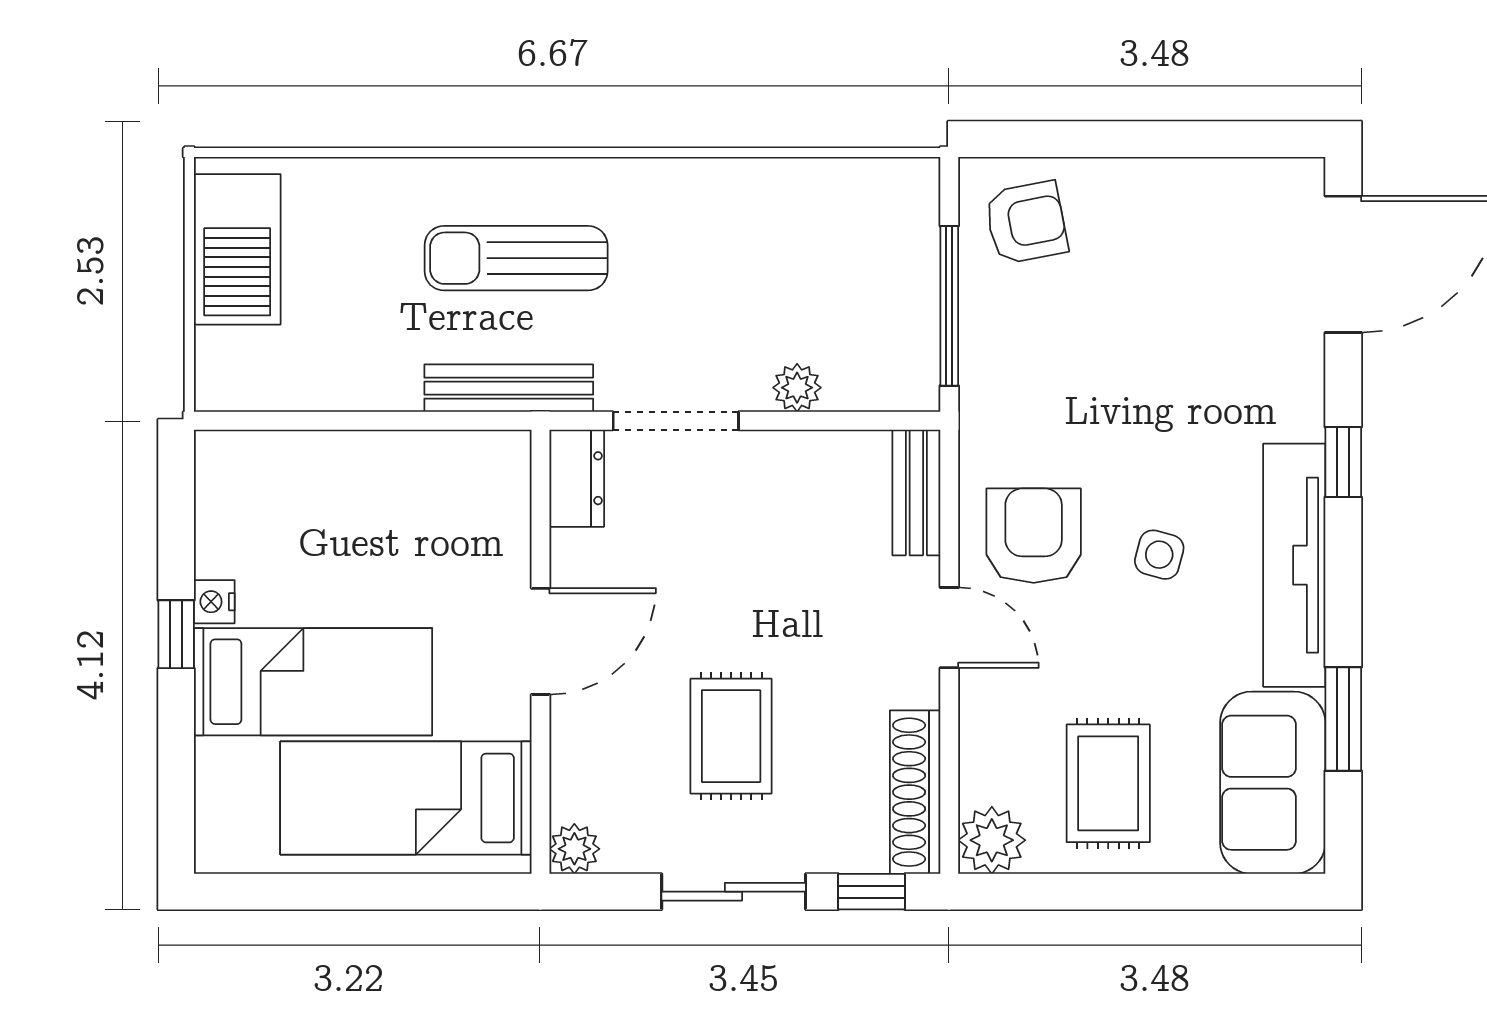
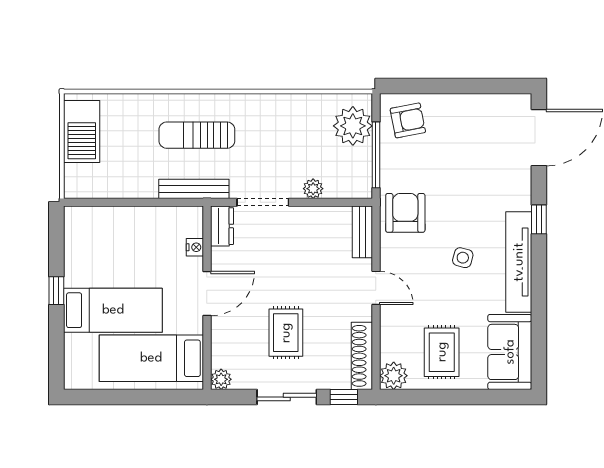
plant: (893, 236) -> (353, 126), added
armchair: (1034, 536) -> (405, 213), moved
nightstand: (214, 602) -> (195, 247), moved, turned 180
window: (1343, 719) -> (539, 326), removed

